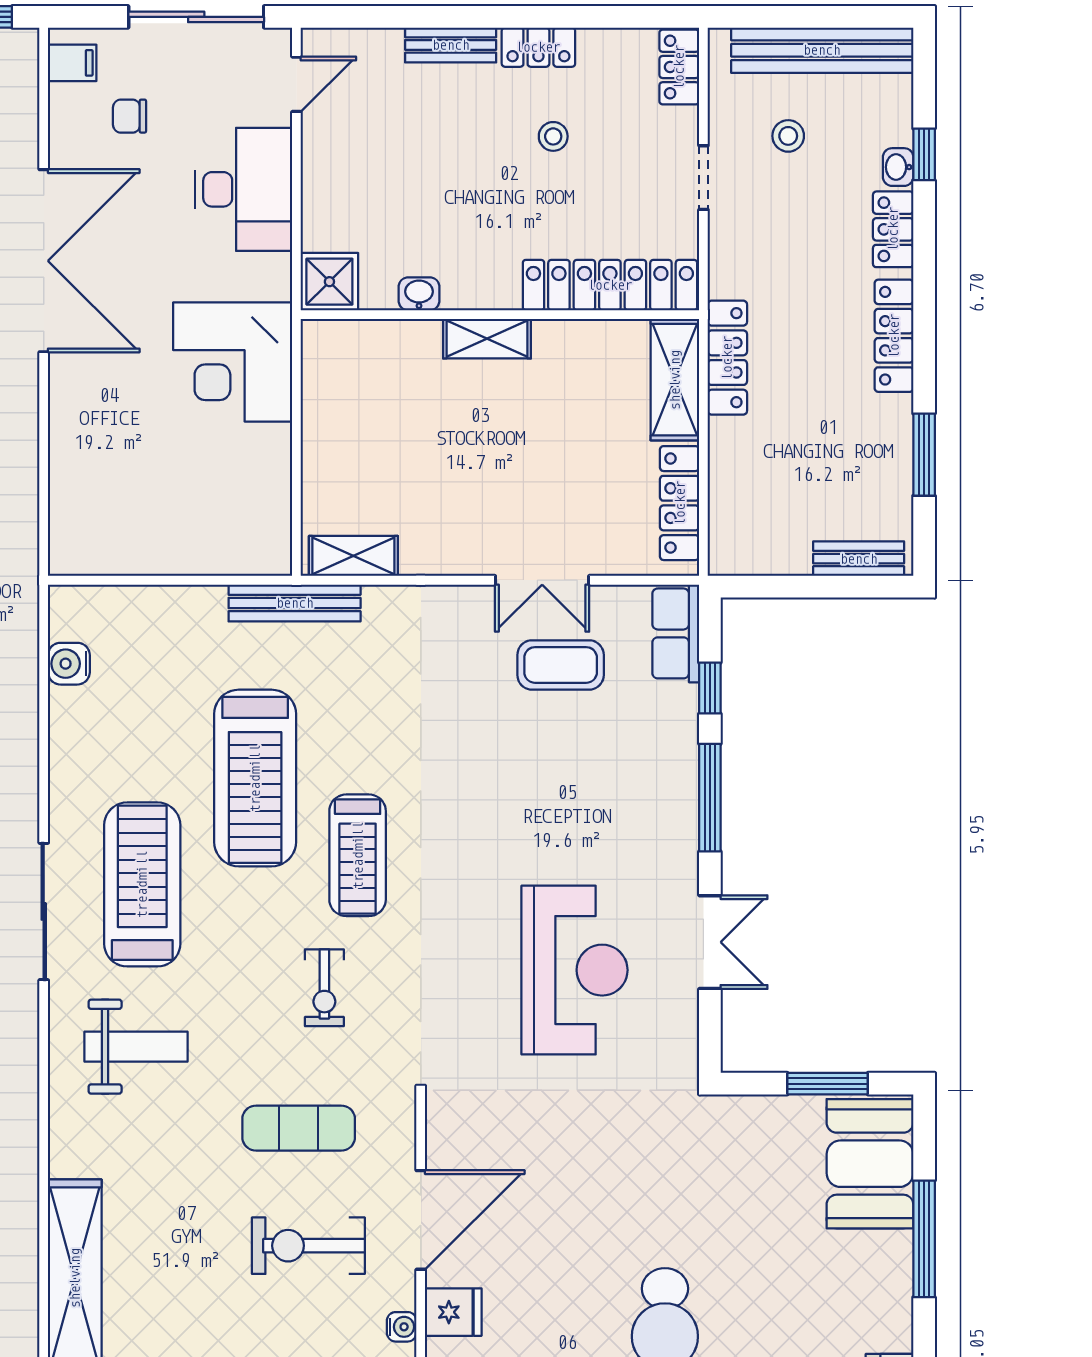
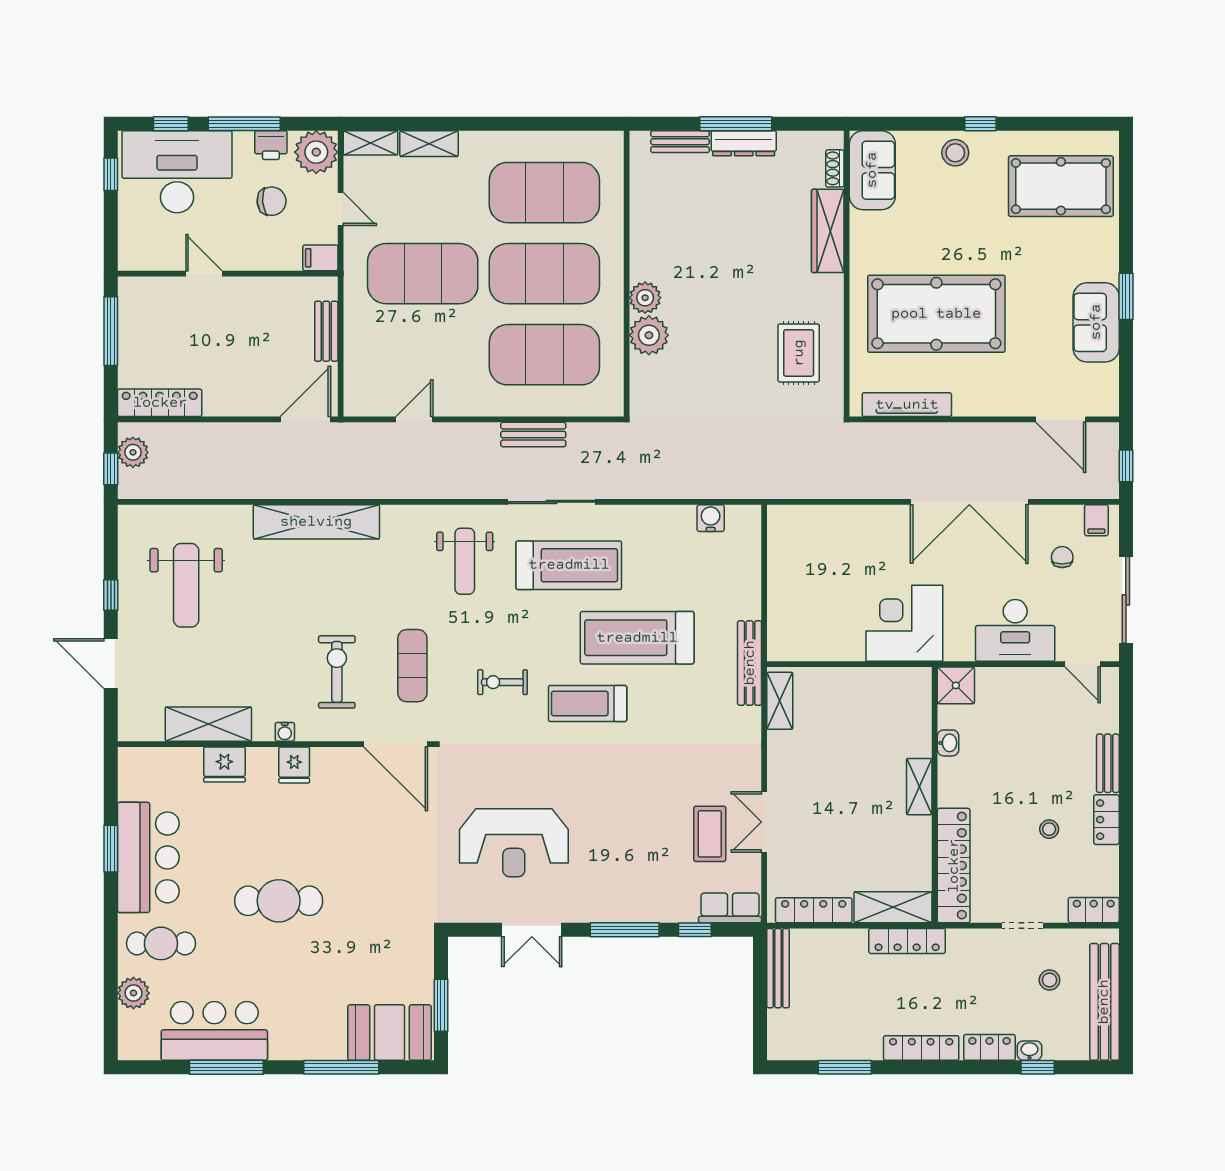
bench: (859, 559) -> (778, 968), moved, width x1.36
door: (421, 1220) -> (396, 744), moved

